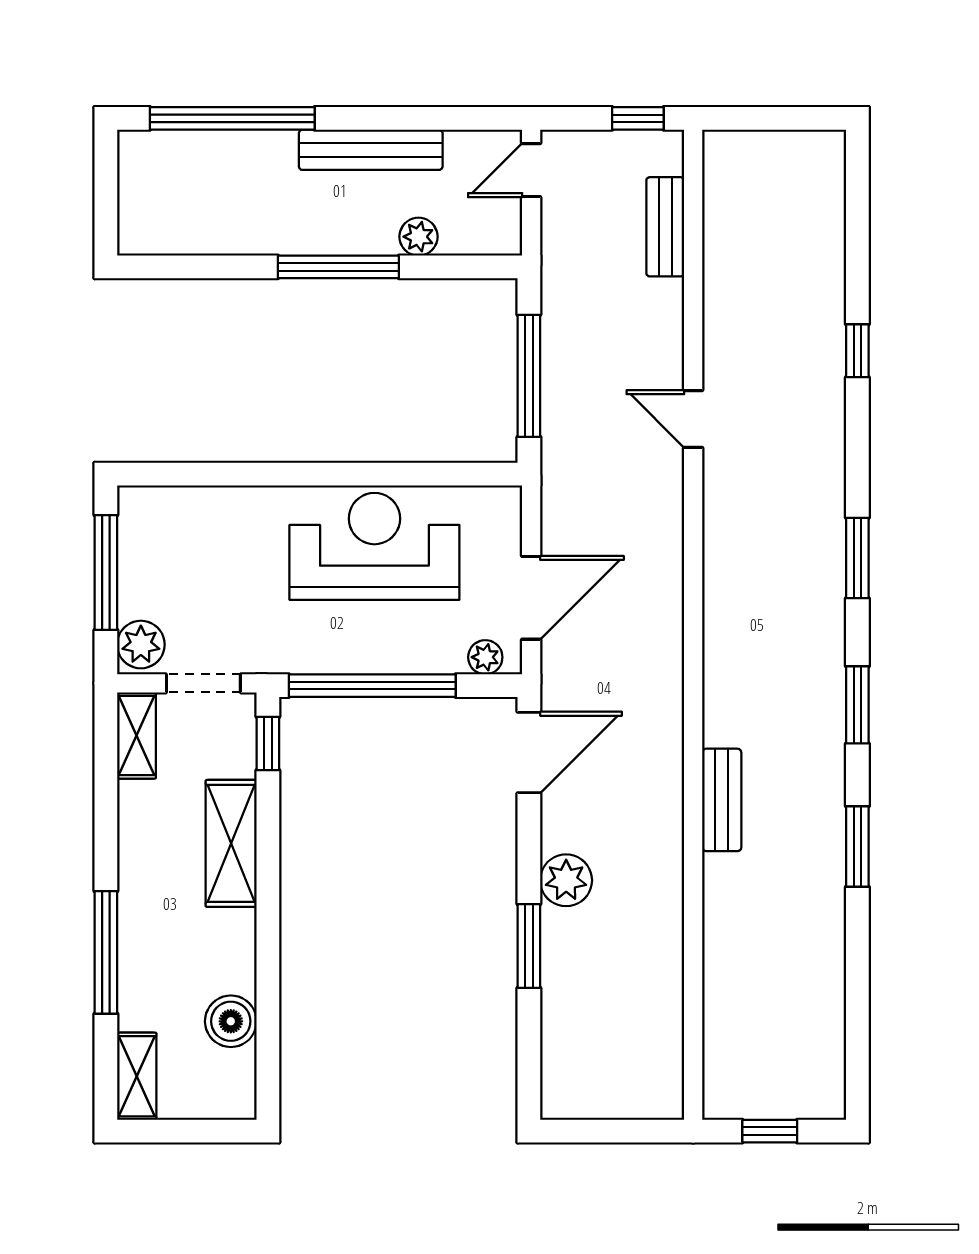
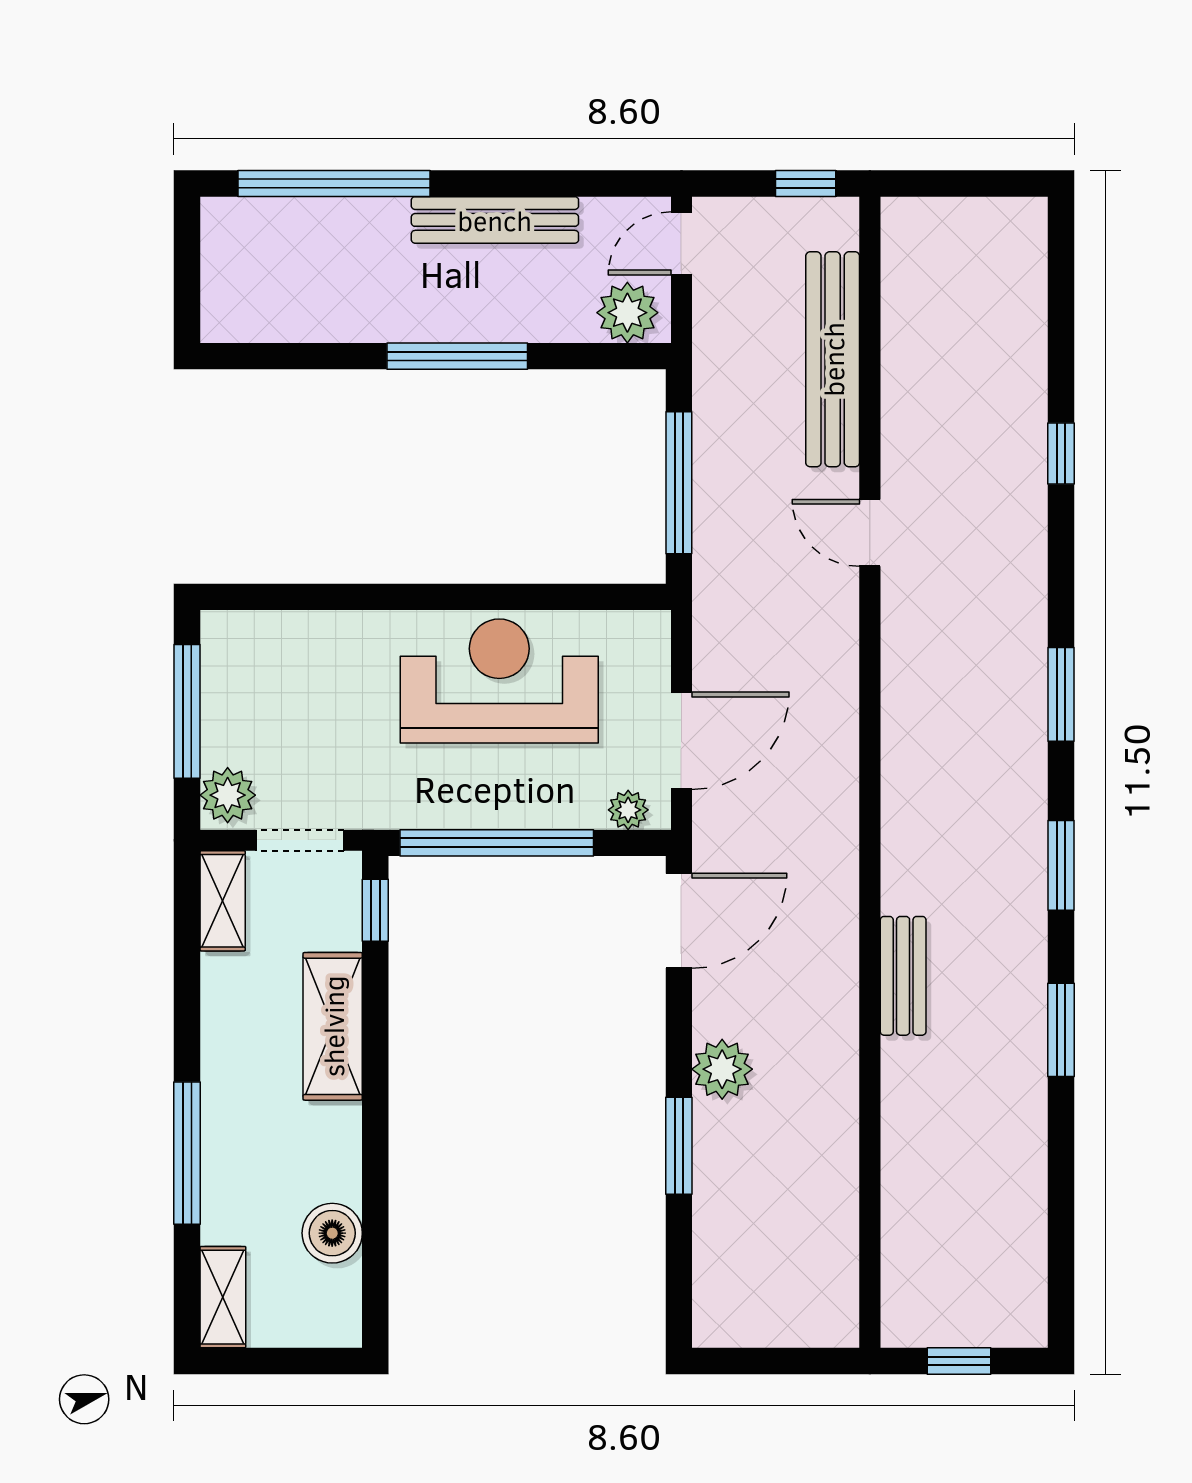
bench: (665, 227) -> (833, 359), width x1.86, depth x1.21
plant: (419, 237) -> (627, 313), moved, width x1.38, depth x1.38

